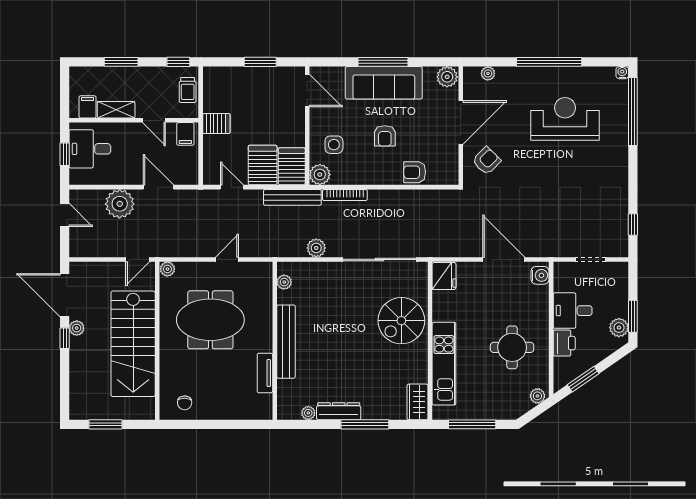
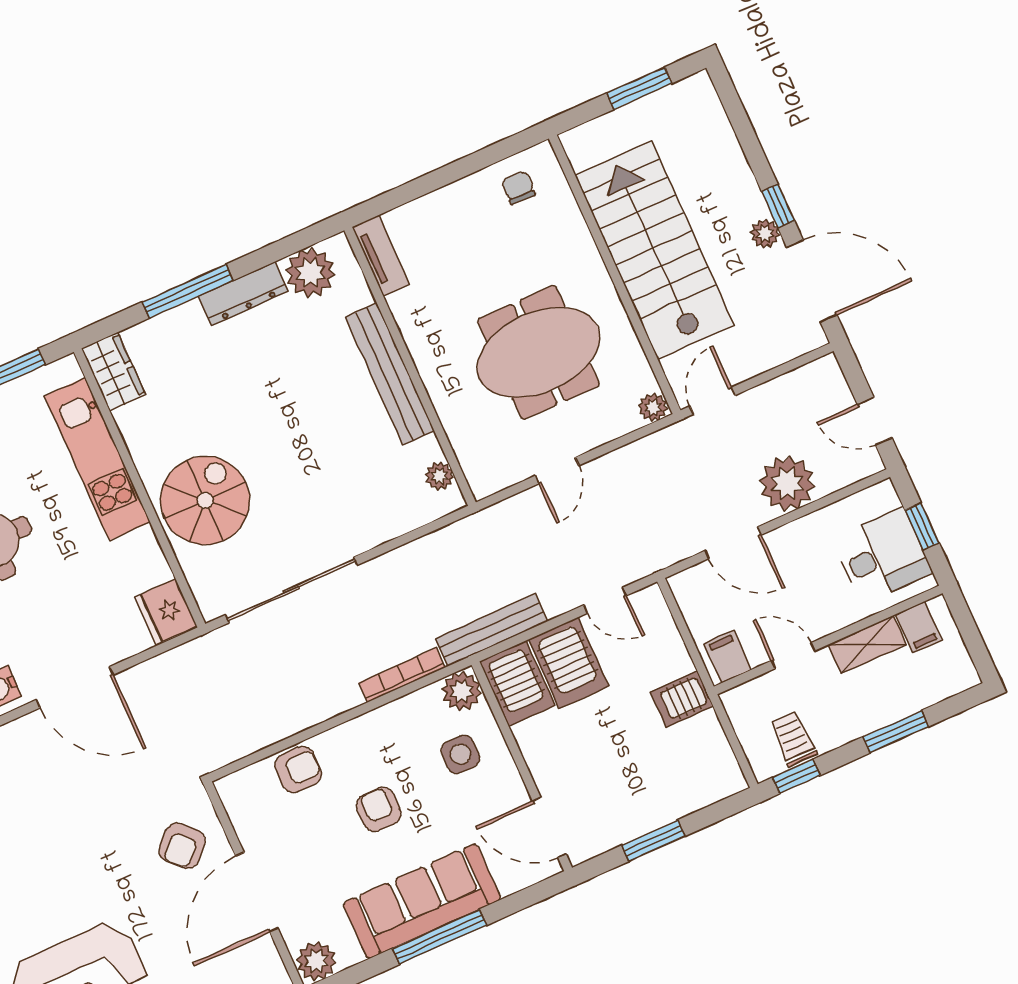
trolley: (188, 90) -> (793, 739), moved
plant: (316, 248) -> (410, 560), removed
tv unit: (265, 373) -> (381, 256), moved
plant: (308, 413) -> (310, 273), width x1.88, depth x1.88

